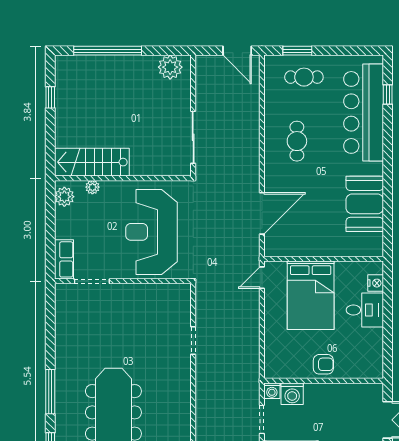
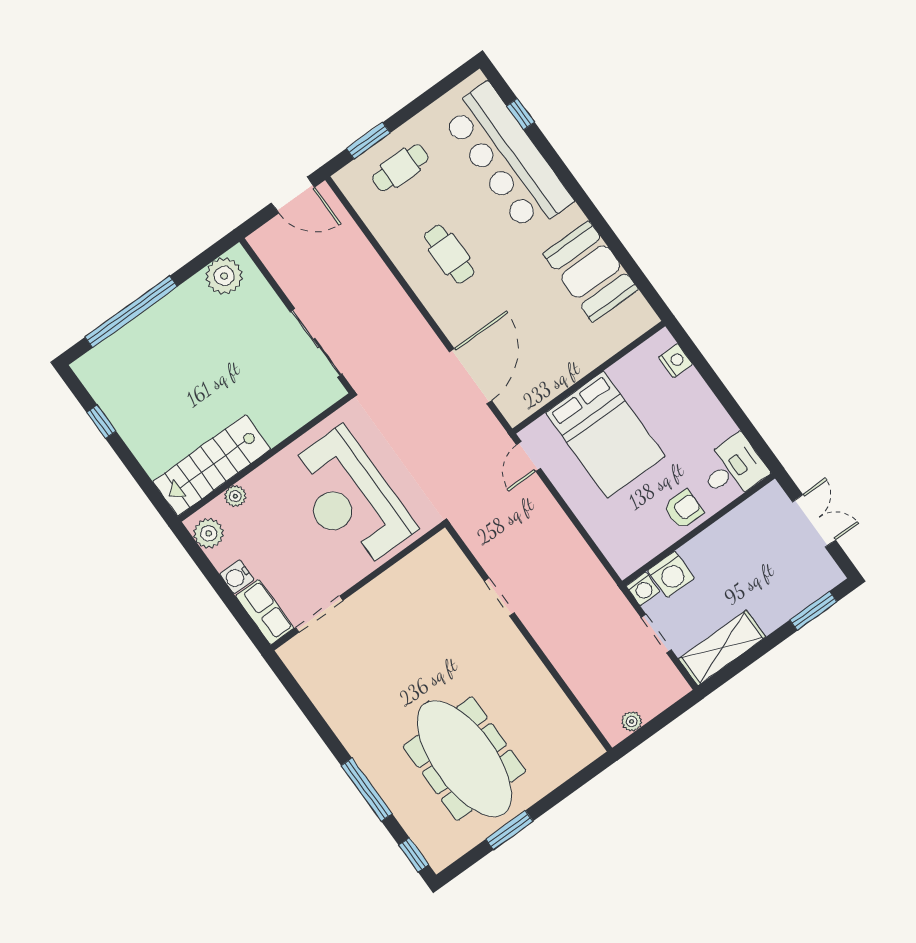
water cooler: (63, 230) -> (237, 577), added
desk: (365, 310) -> (733, 468), moved

